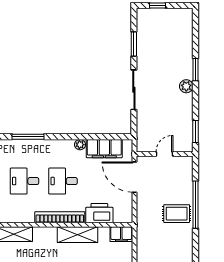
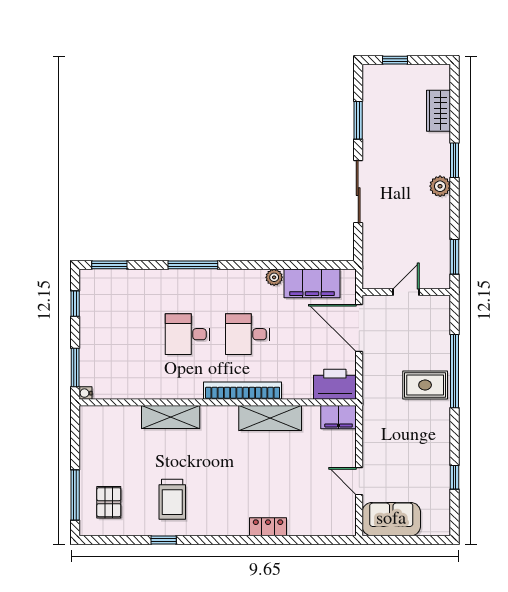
wardrobe: (185, 38) -> (439, 111), added
printer: (99, 213) -> (335, 384), moved

